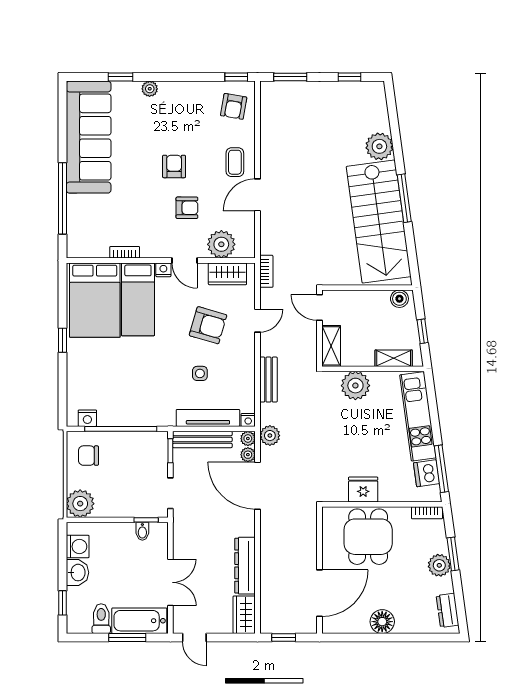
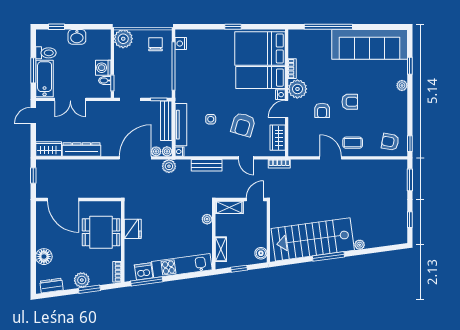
plant: (379, 146) -> (360, 245), width x0.53, depth x0.53
plant: (221, 244) -> (297, 89), moved
plant: (355, 386) -> (207, 219), width x0.53, depth x0.53
washing machine: (78, 547) -> (103, 68), moved, turned 90
floor lamp: (382, 622) -> (44, 257), moved

